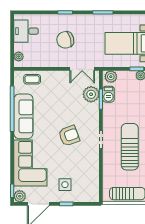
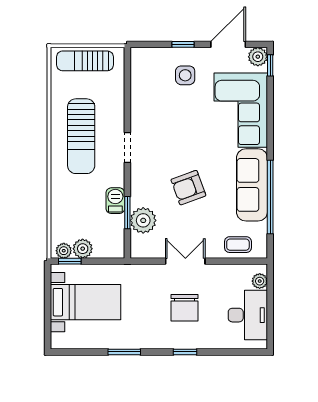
desk: (26, 31) -> (248, 315), width x1.37
chair: (65, 40) -> (185, 308), turned 106
double door: (82, 69) -> (185, 261), moved
plant: (111, 77) -> (83, 249), moved
barbecue: (108, 94) -> (115, 201), moved
armchair: (69, 136) -> (188, 188), moved

